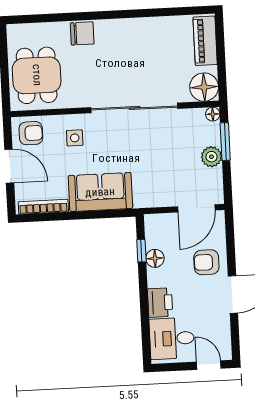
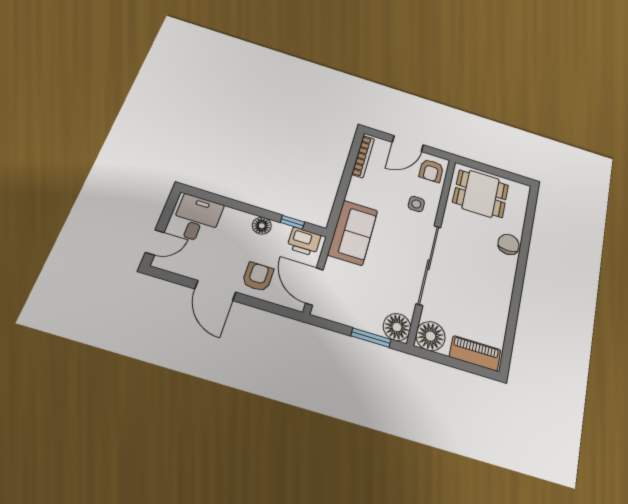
chair: (82, 33) -> (509, 244), turned 180
floor lamp: (213, 114) -> (397, 327), width x1.89, depth x1.89
plant: (211, 157) -> (360, 319), removed
sofa: (100, 192) -> (353, 233), moved
floor lamp: (155, 258) -> (262, 226), moved
printer: (160, 303) -> (304, 242), moved

